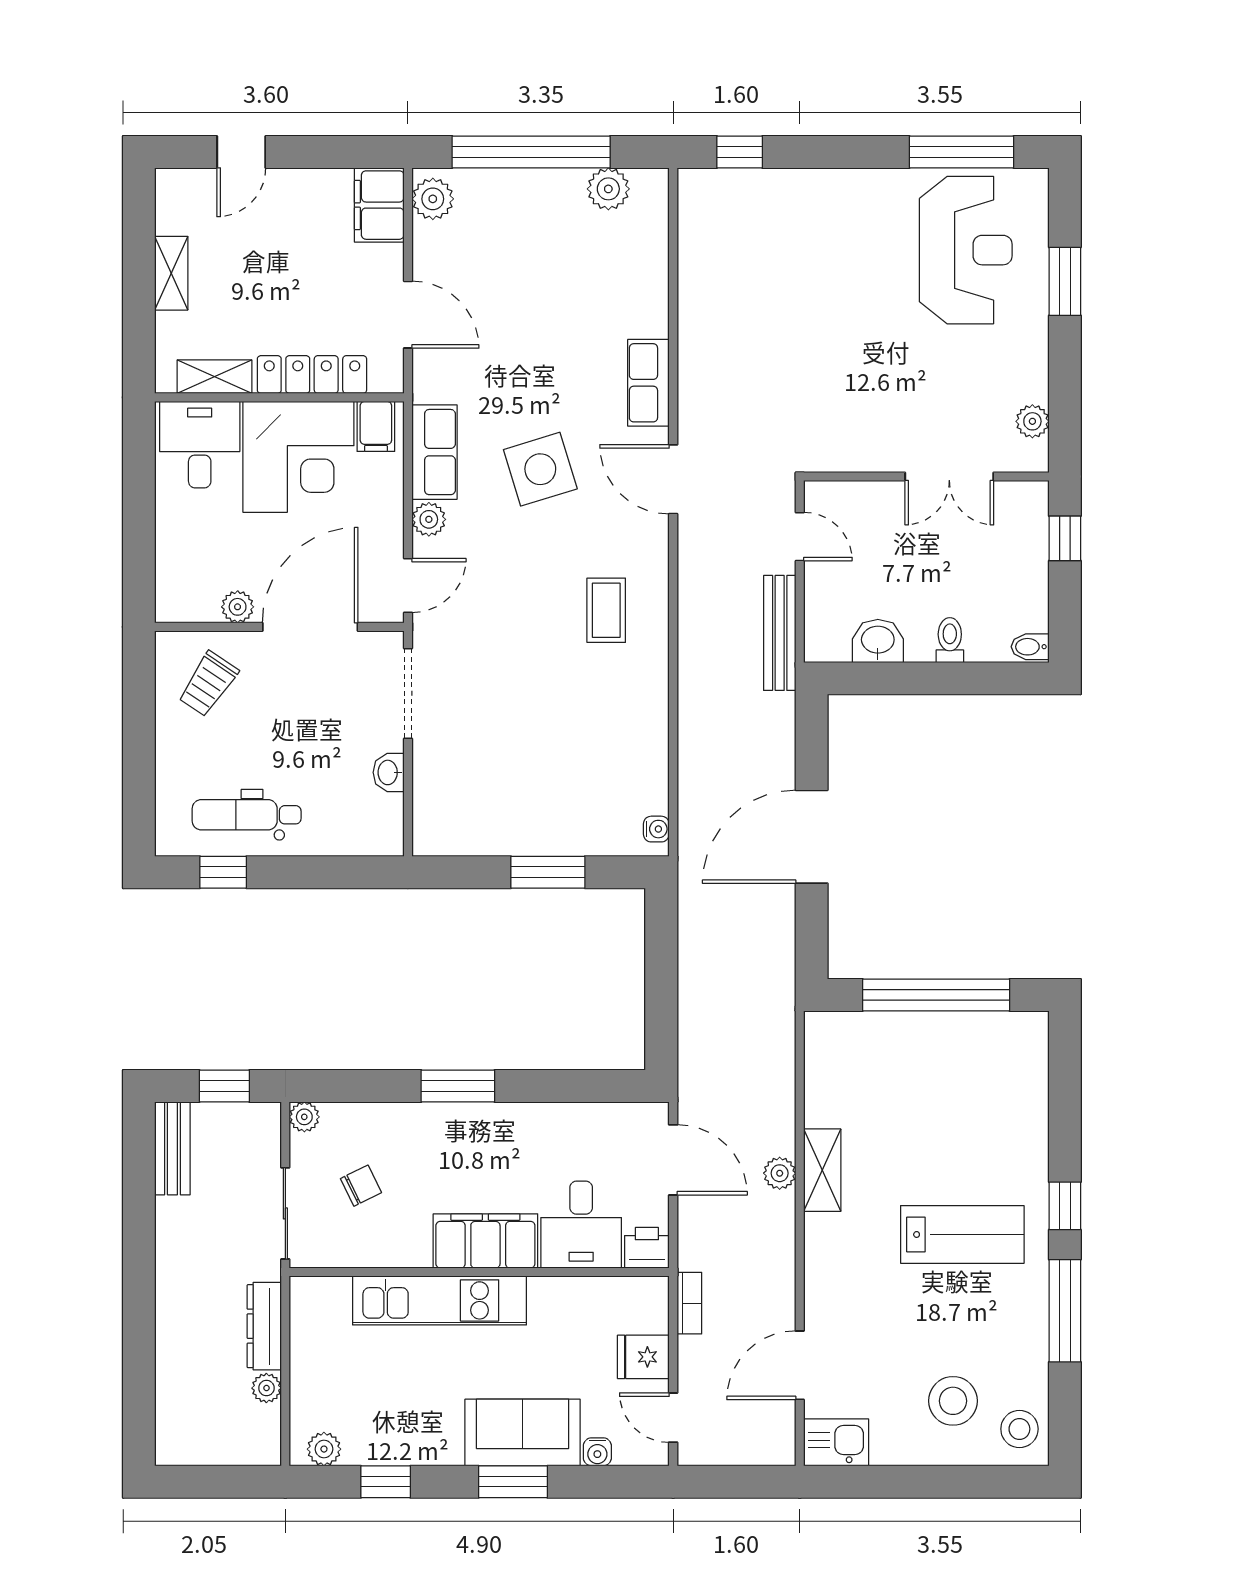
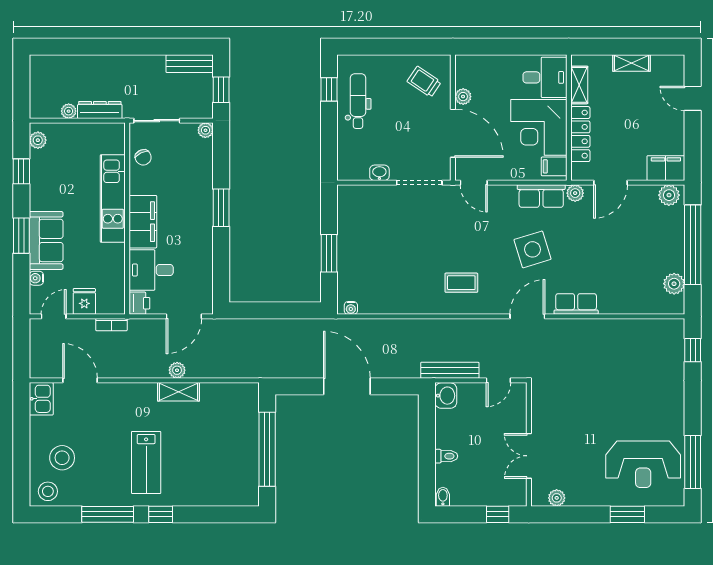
plant: (429, 519) -> (575, 193), moved
washbasin: (878, 641) -> (446, 396), moved
chair: (361, 1186) -> (143, 157), moved

